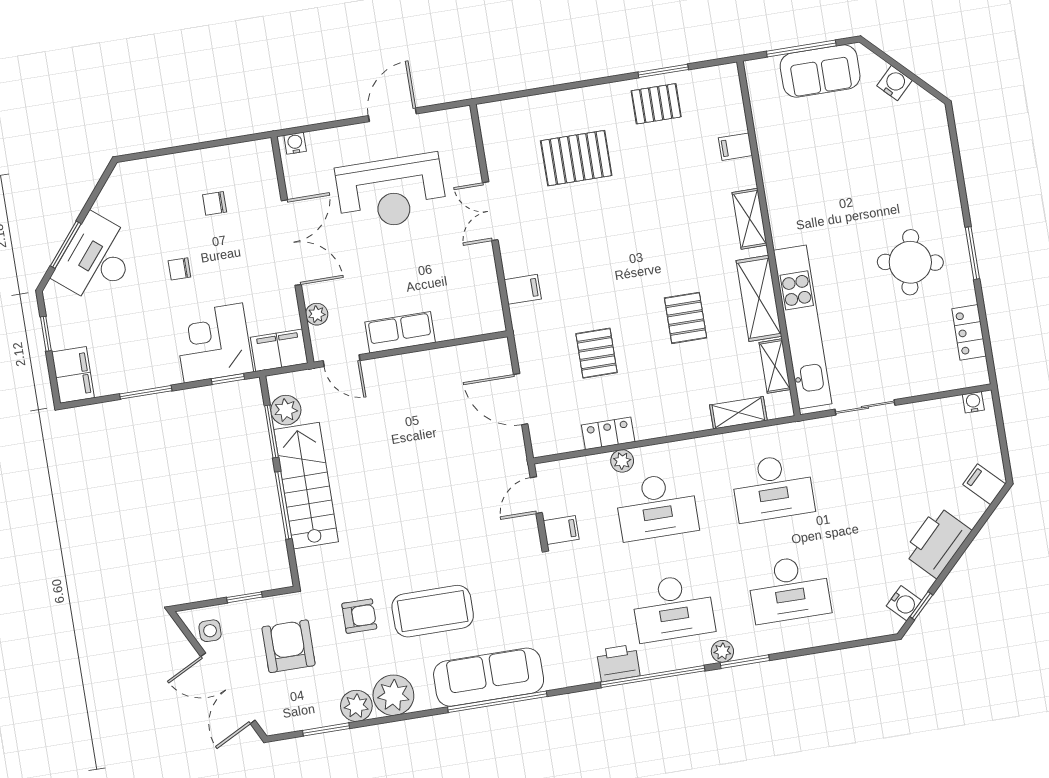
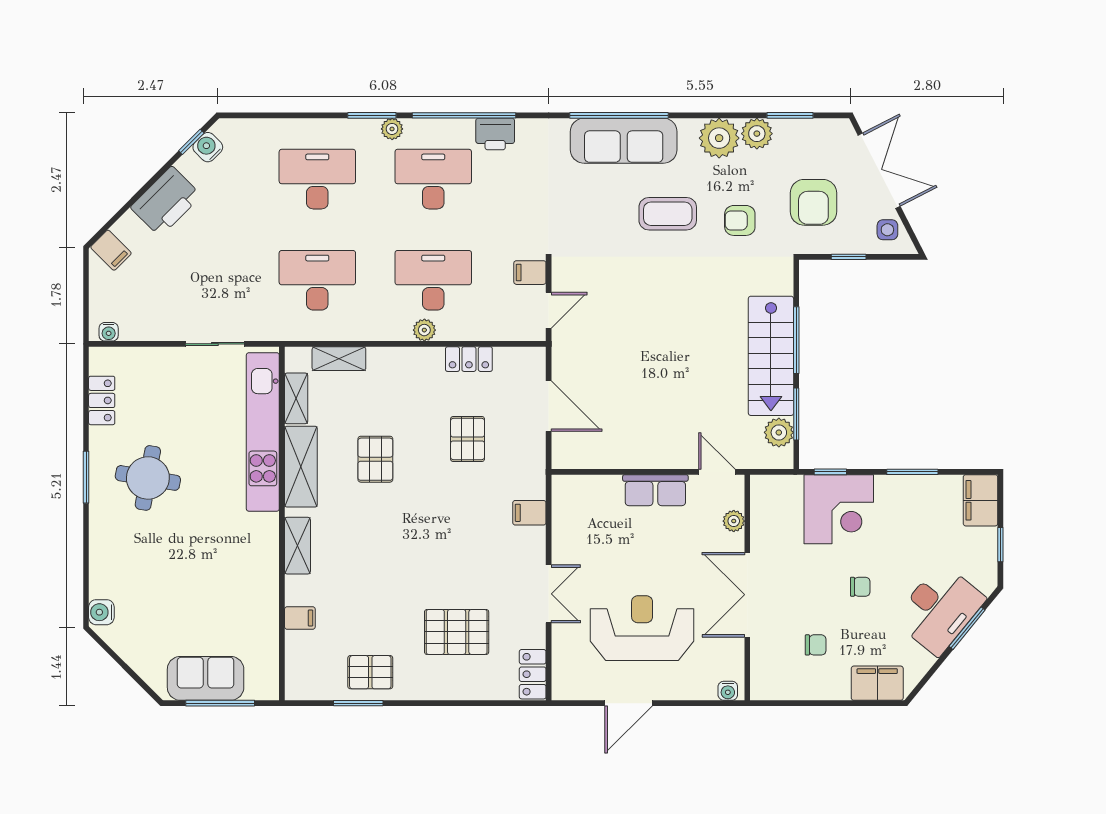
water cooler: (894, 83) -> (101, 612), moved, turned 45
locker: (493, 128) -> (533, 674), added
filing cabinet: (279, 350) -> (877, 683), moved, turned 180
plant: (622, 461) -> (424, 330), moved
coffee table: (433, 611) -> (668, 214), width x0.73, depth x0.76

